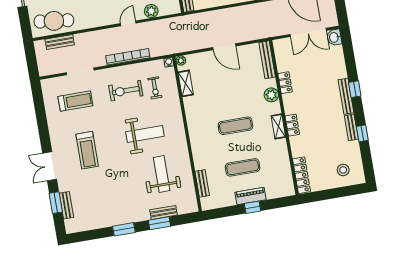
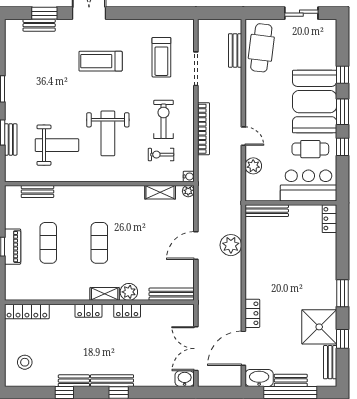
plant: (219, 18) -> (231, 245), added
locker: (285, 83) -> (127, 311), moved
shelving: (278, 126) -> (105, 294), moved

